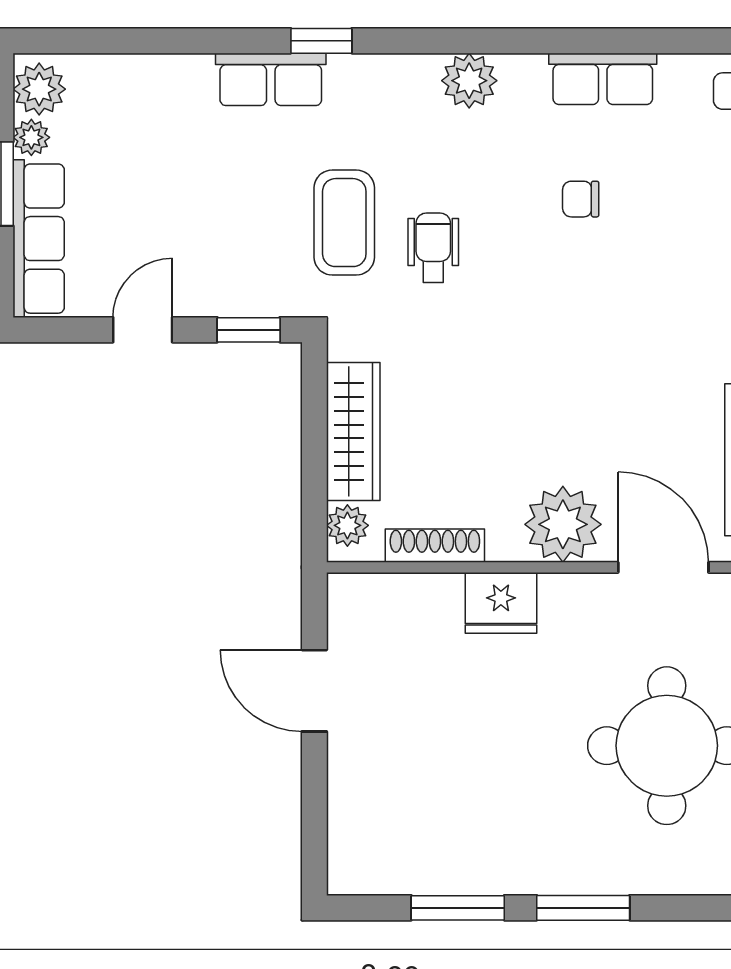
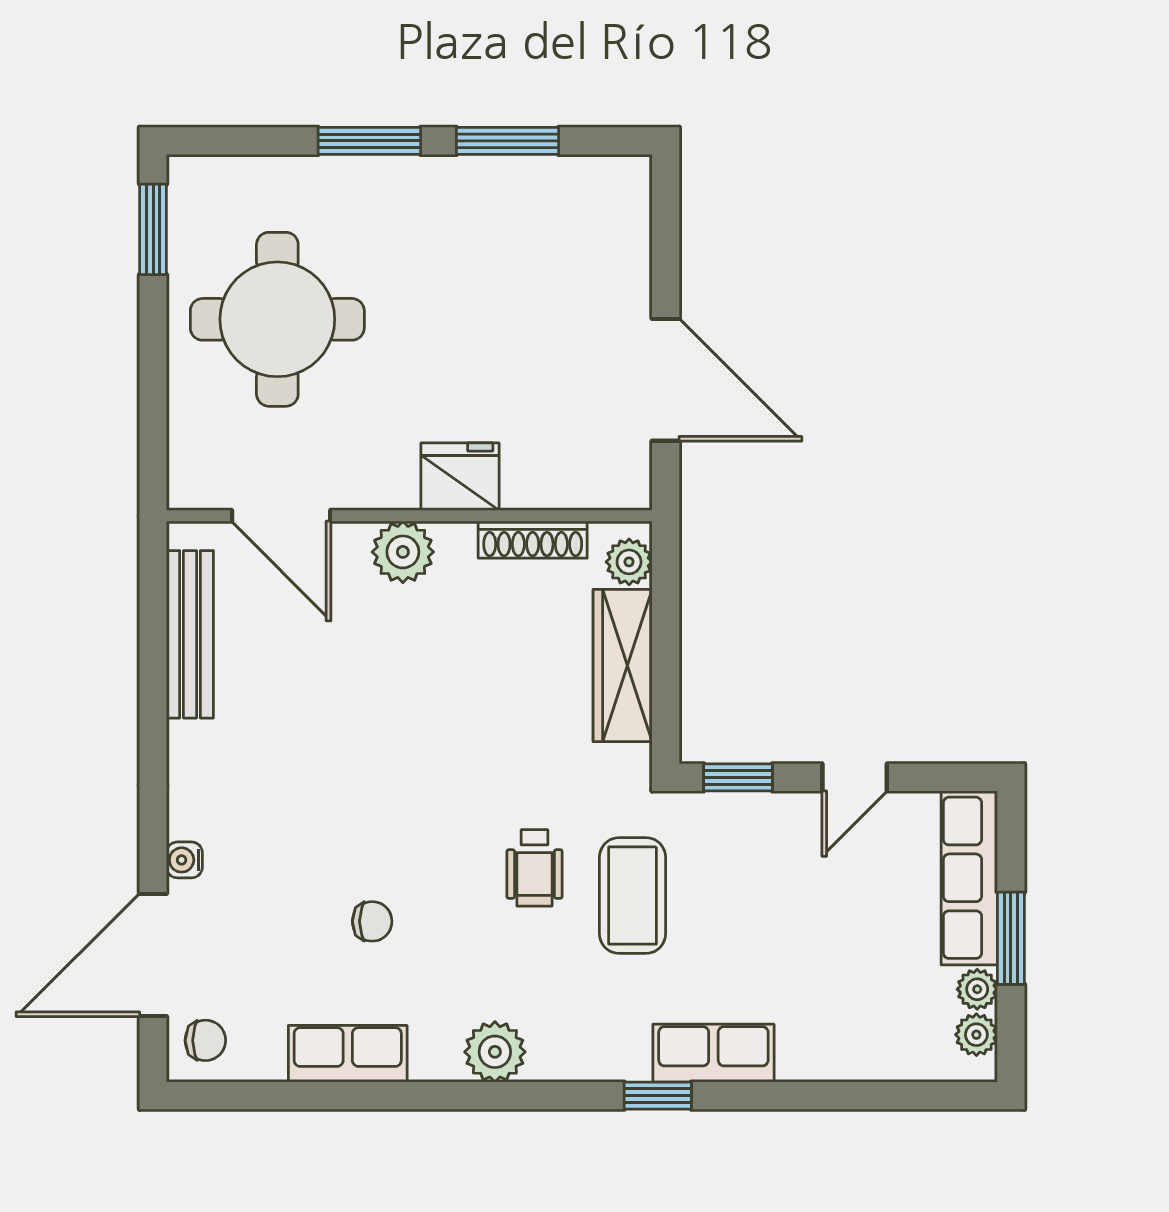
plant: (39, 89) -> (976, 1035), width x0.73, depth x0.73
plant: (563, 524) -> (403, 552), width x0.73, depth x0.73
door: (314, 691) -> (666, 380), width x1.36

